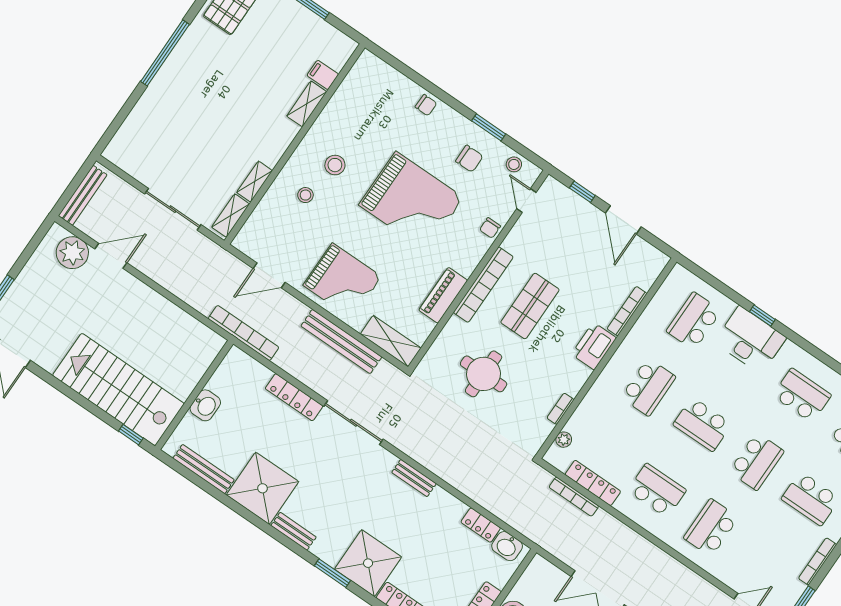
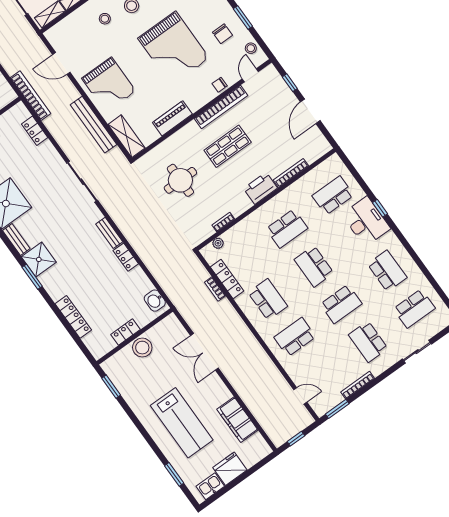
bookcase: (483, 285) -> (221, 107), moved
locker: (294, 397) -> (35, 131), moved, width x0.66
bookcase: (574, 497) -> (215, 289), width x0.64
locker: (481, 525) -> (126, 257), moved
shower: (368, 563) -> (39, 259), moved, width x0.73, depth x0.73

